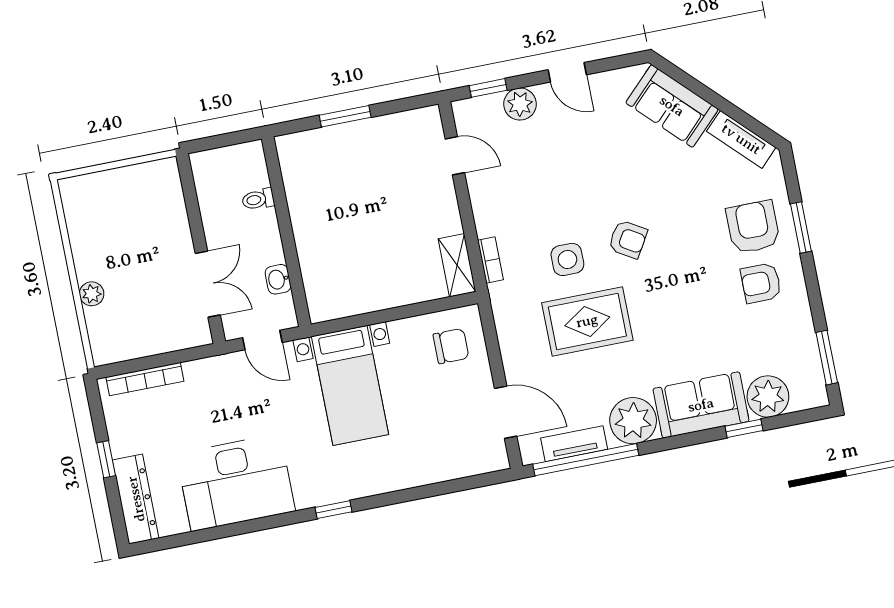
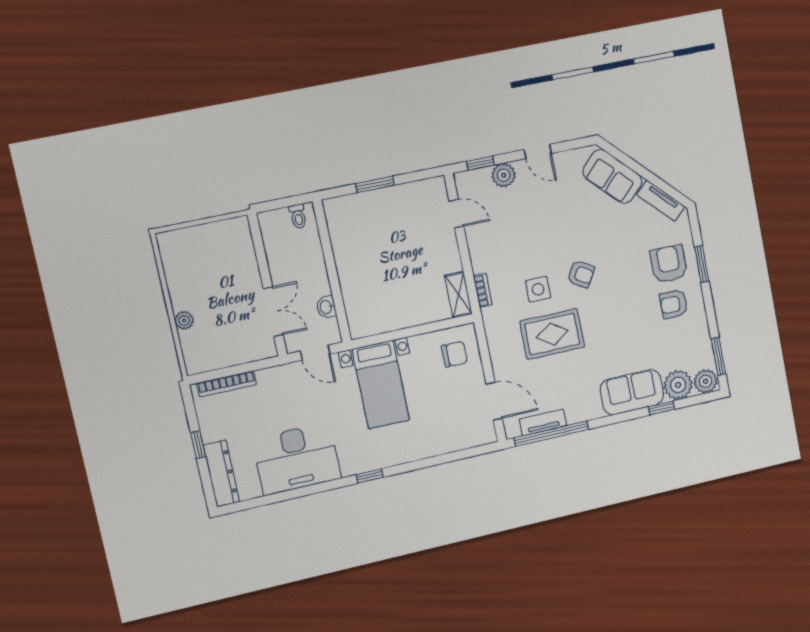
toilet: (258, 199) -> (298, 216), moved, turned -90
plant: (633, 421) -> (706, 381), moved, width x0.73, depth x0.73

